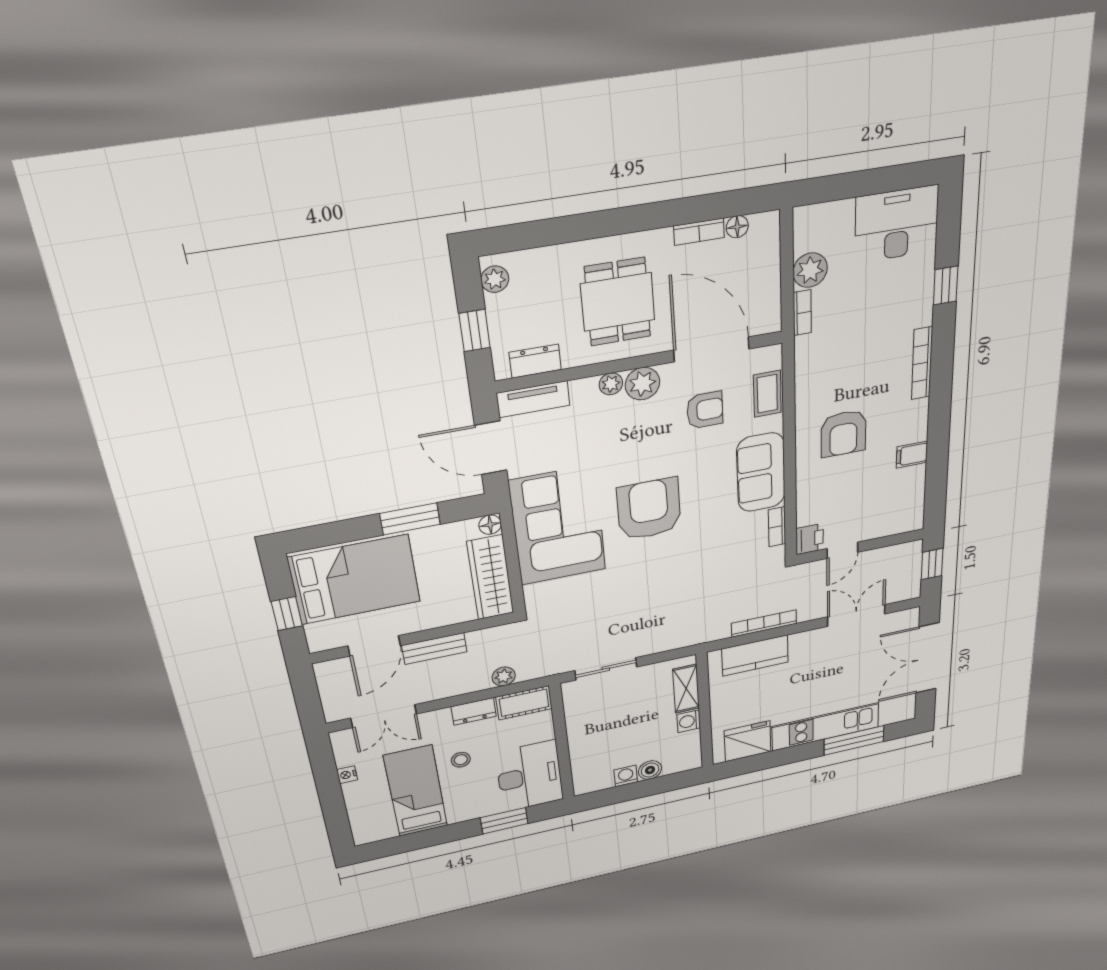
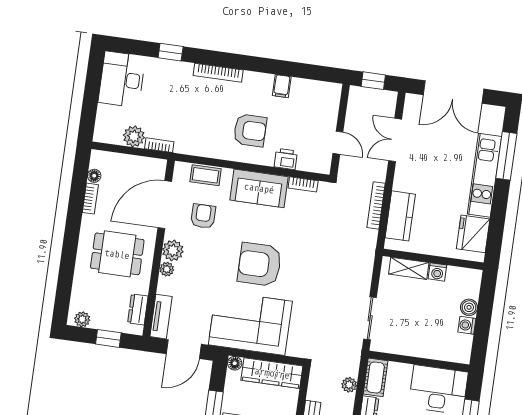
printer: (810, 539) -> (286, 159), moved

